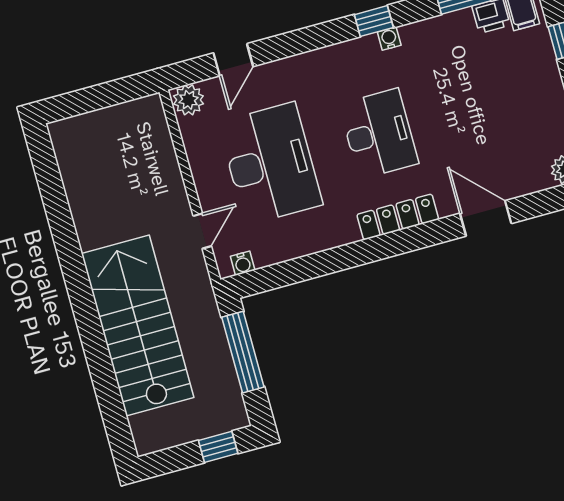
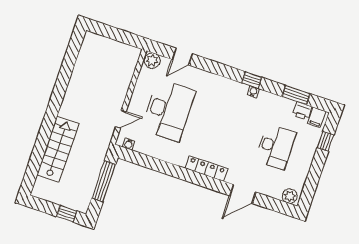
desk: (379, 134) -> (276, 147), moved
door: (486, 218) -> (243, 194), swing flipped
stairs: (138, 326) -> (58, 149), width x0.73, depth x0.66

